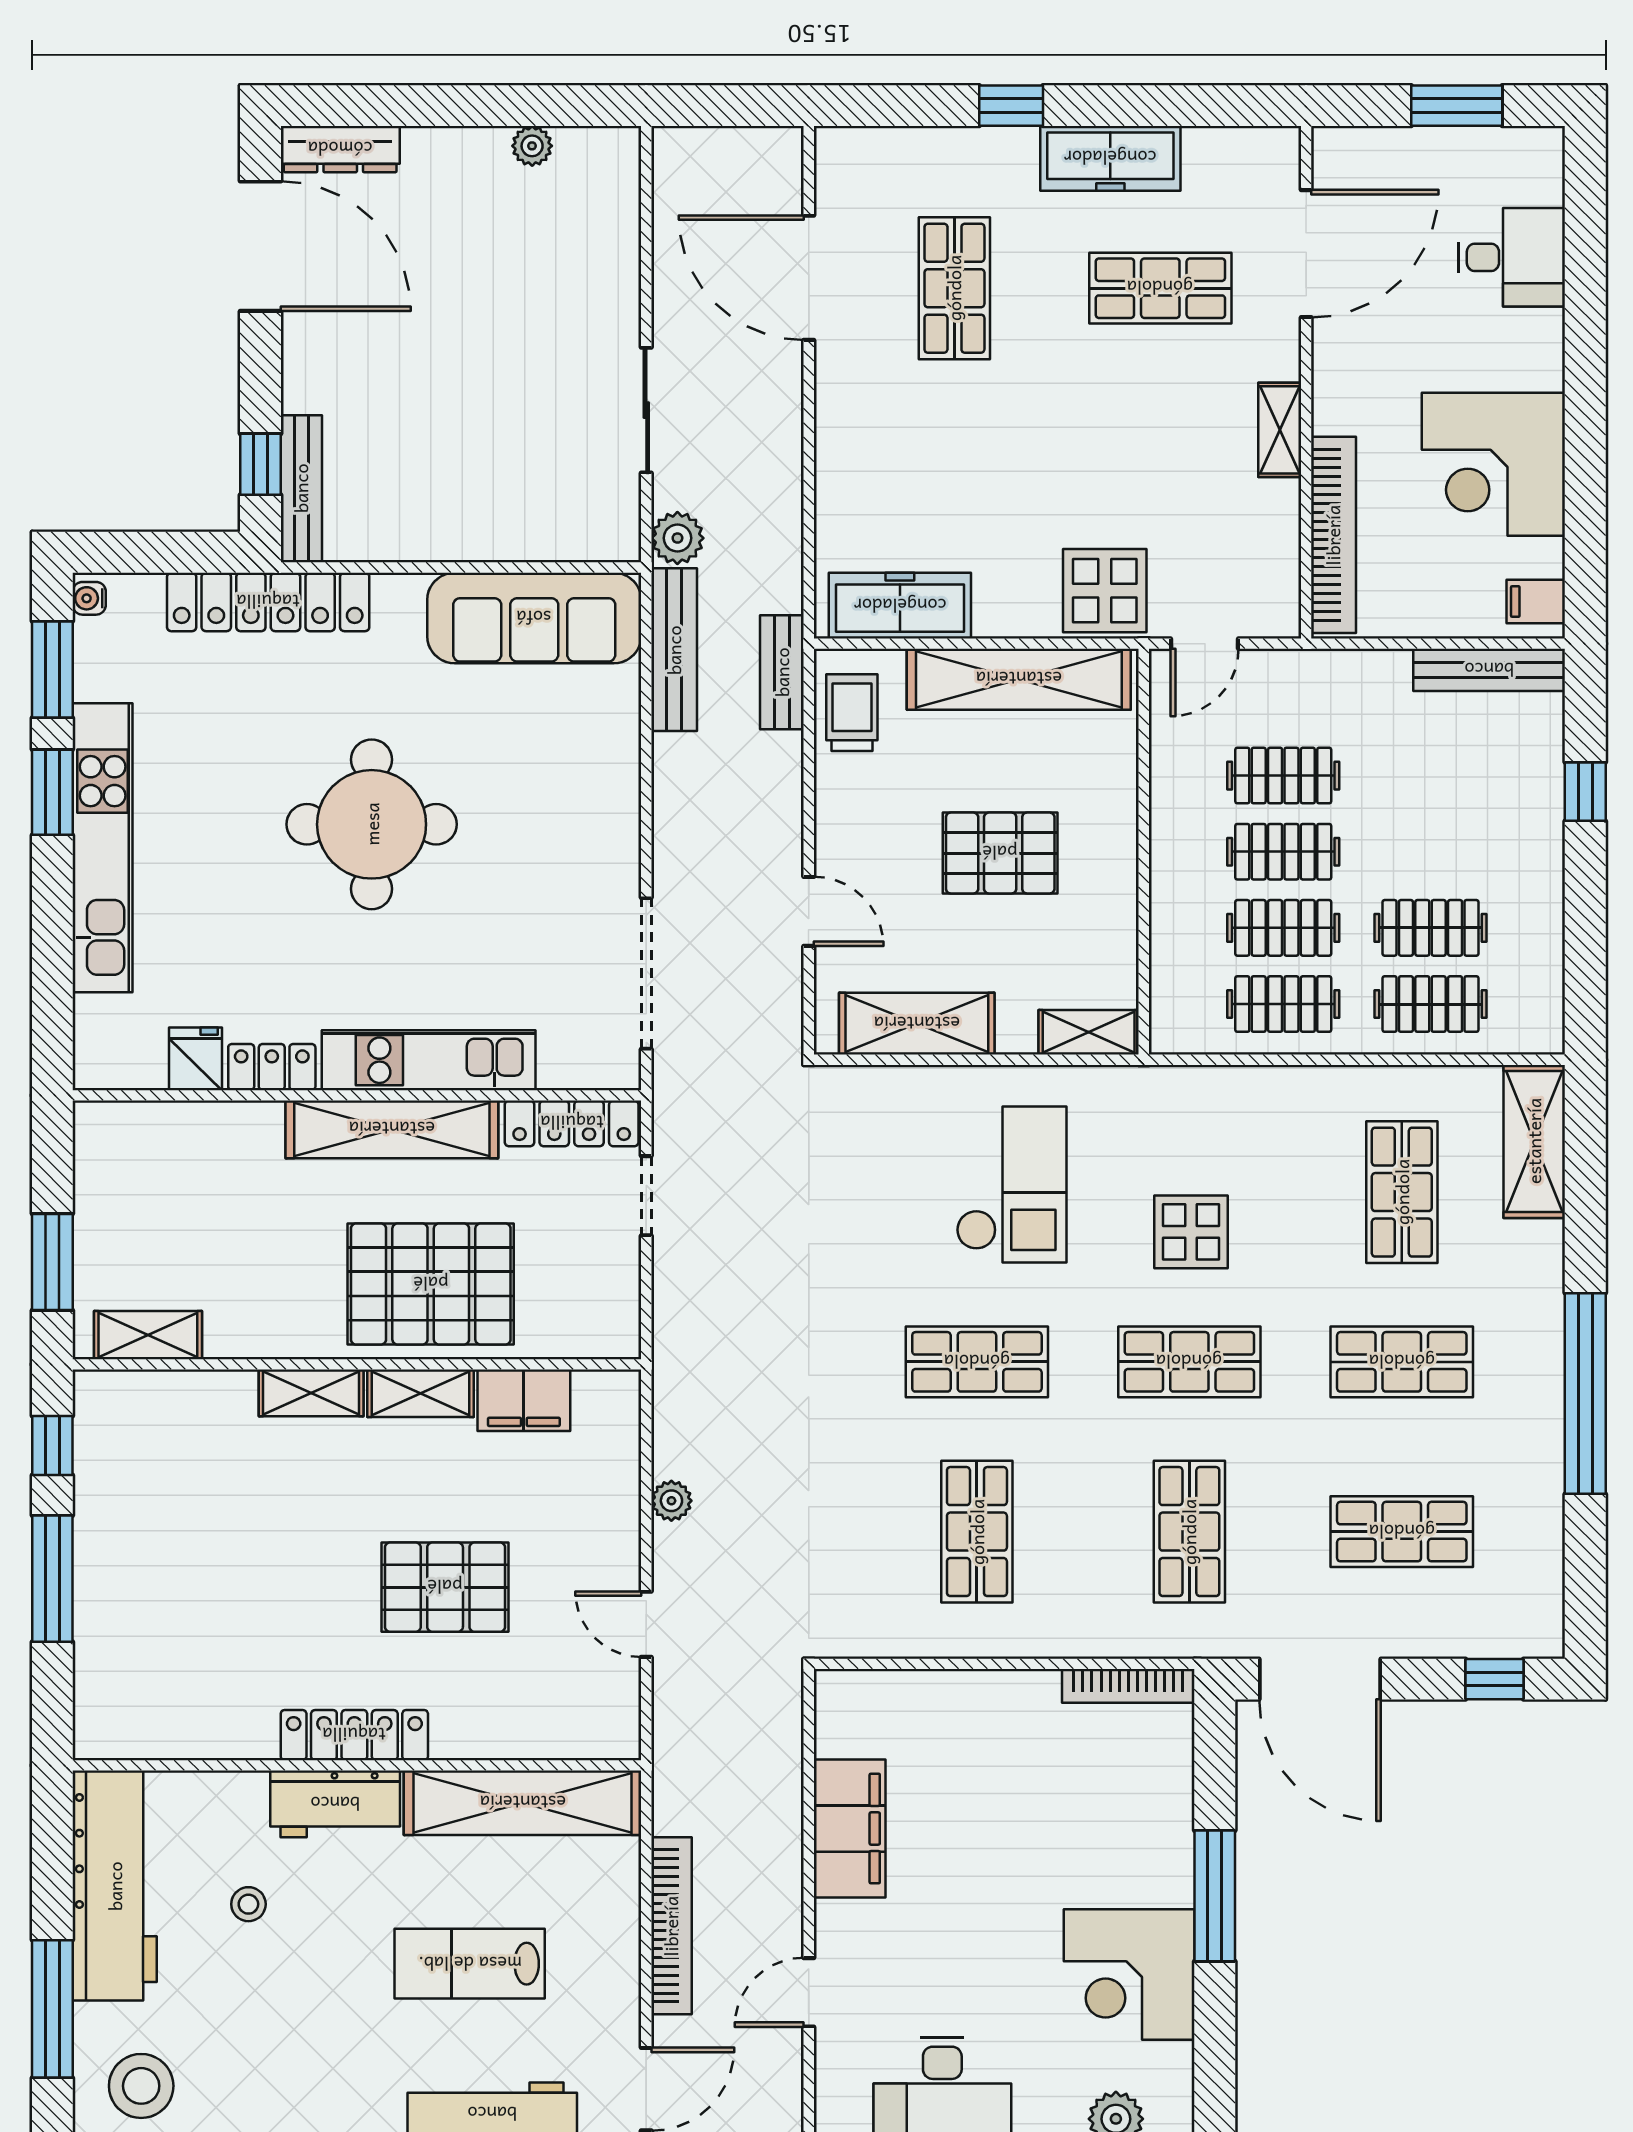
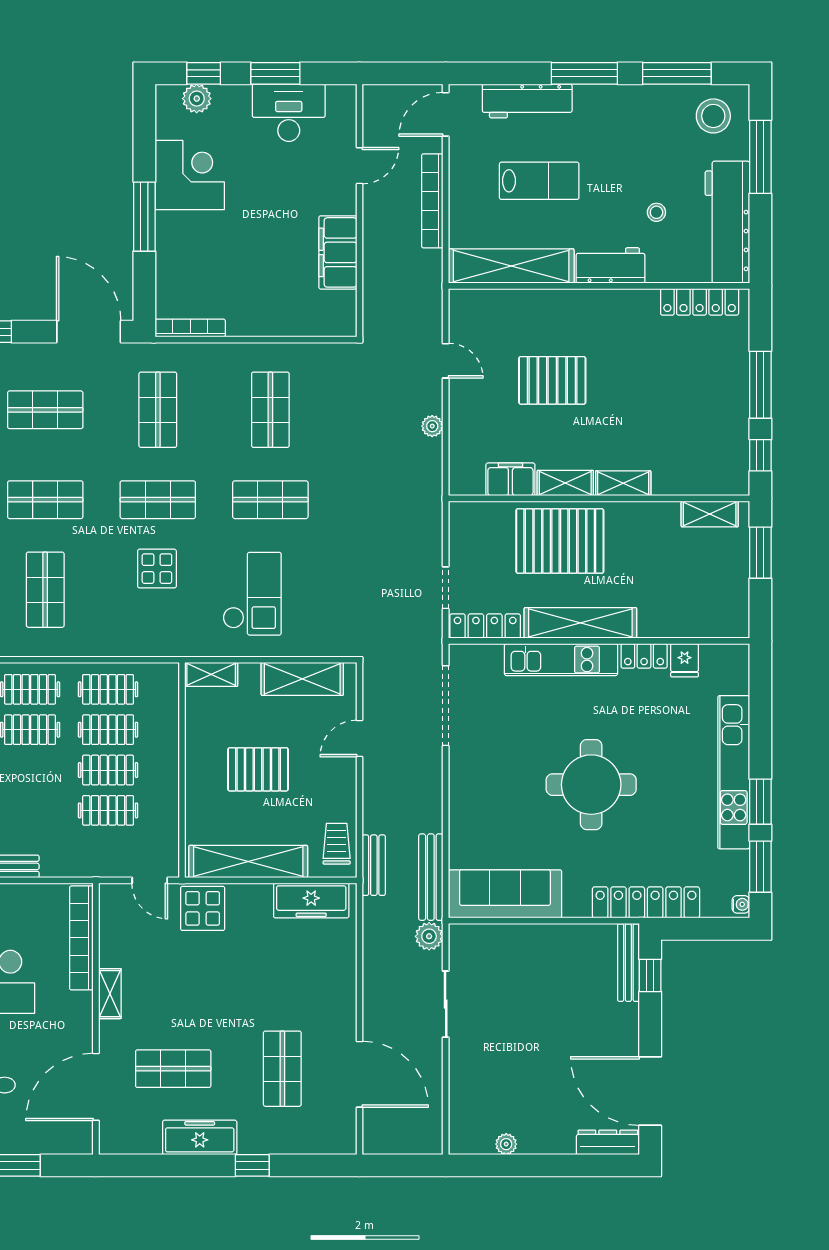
door: (1205, 644) -> (150, 880), swing flipped
trolley: (852, 713) -> (337, 844), turned 180
door: (809, 911) -> (360, 738), hinge flipped
checkout: (1011, 1185) -> (252, 594), turned 180
locker: (354, 1735) -> (700, 302), moved

